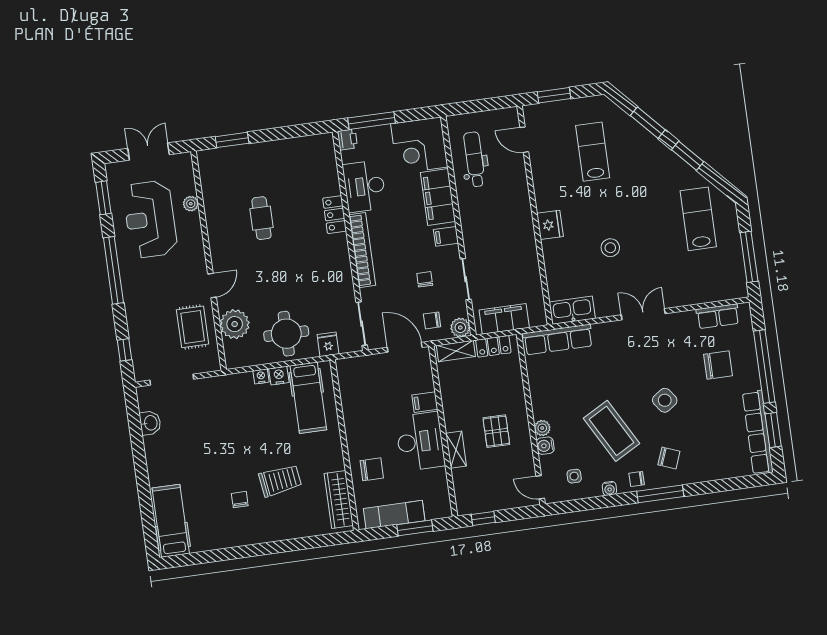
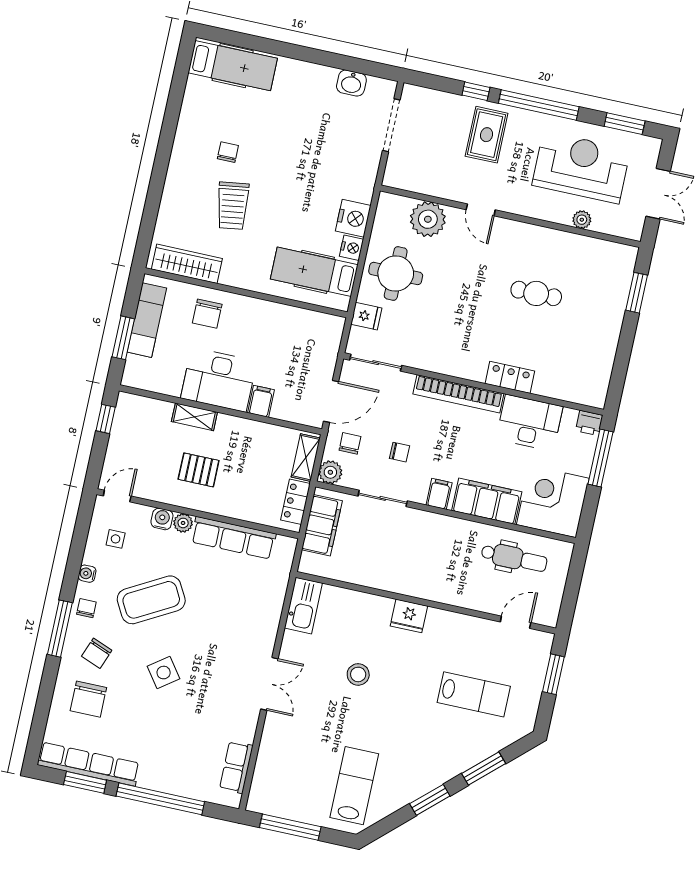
lab bench: (698, 219) -> (354, 786), turned -90
rug: (193, 327) -> (487, 135), moved, turned 90
row of seats: (558, 340) -> (233, 538), moved, turned -90
window: (124, 350) -> (476, 91), moved
chair: (718, 365) -> (88, 699), moved
nightstand: (261, 376) -> (353, 218), width x1.89, depth x1.79
chair: (240, 500) -> (228, 152), turned -90

